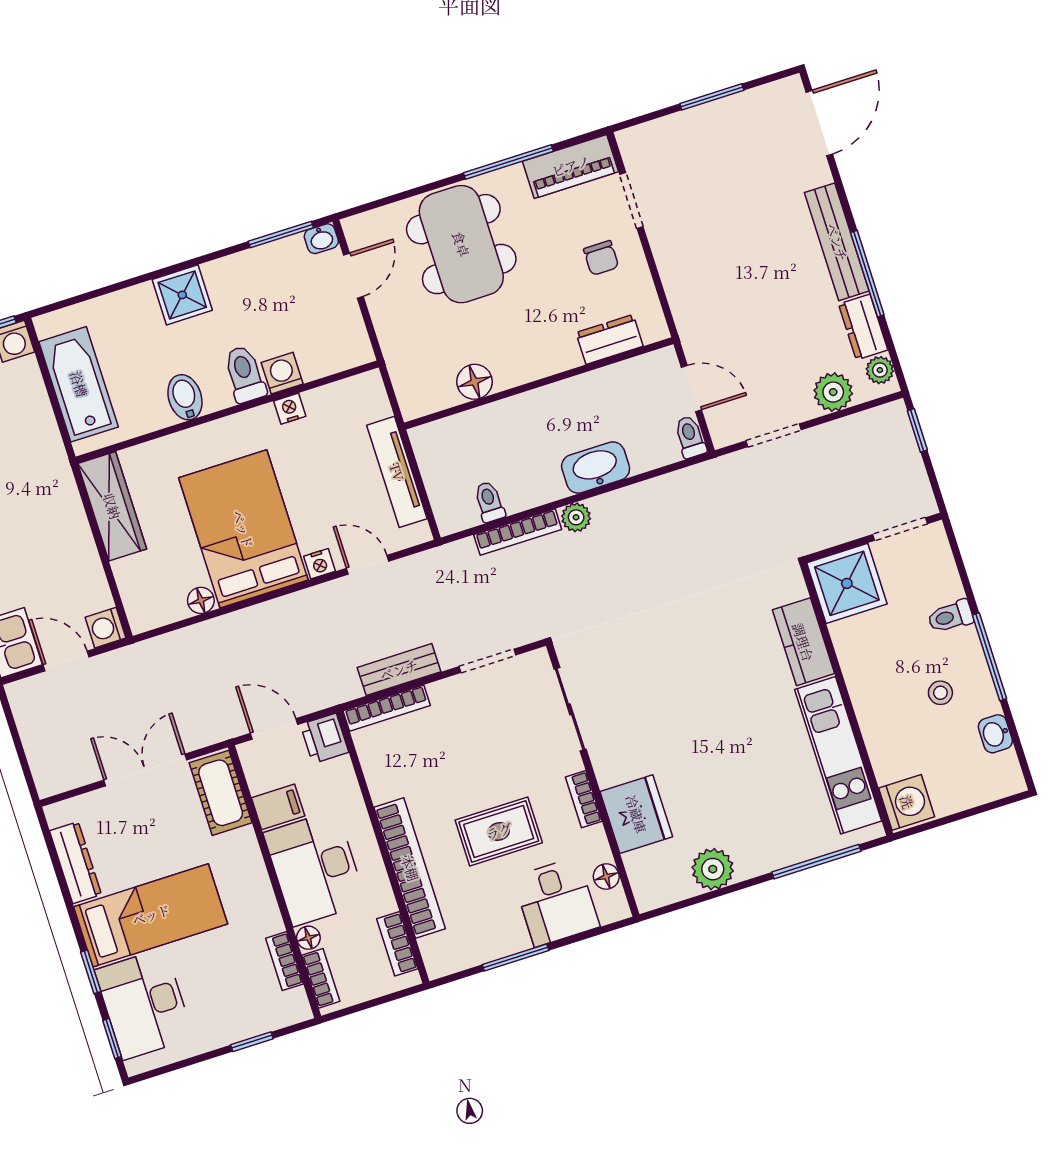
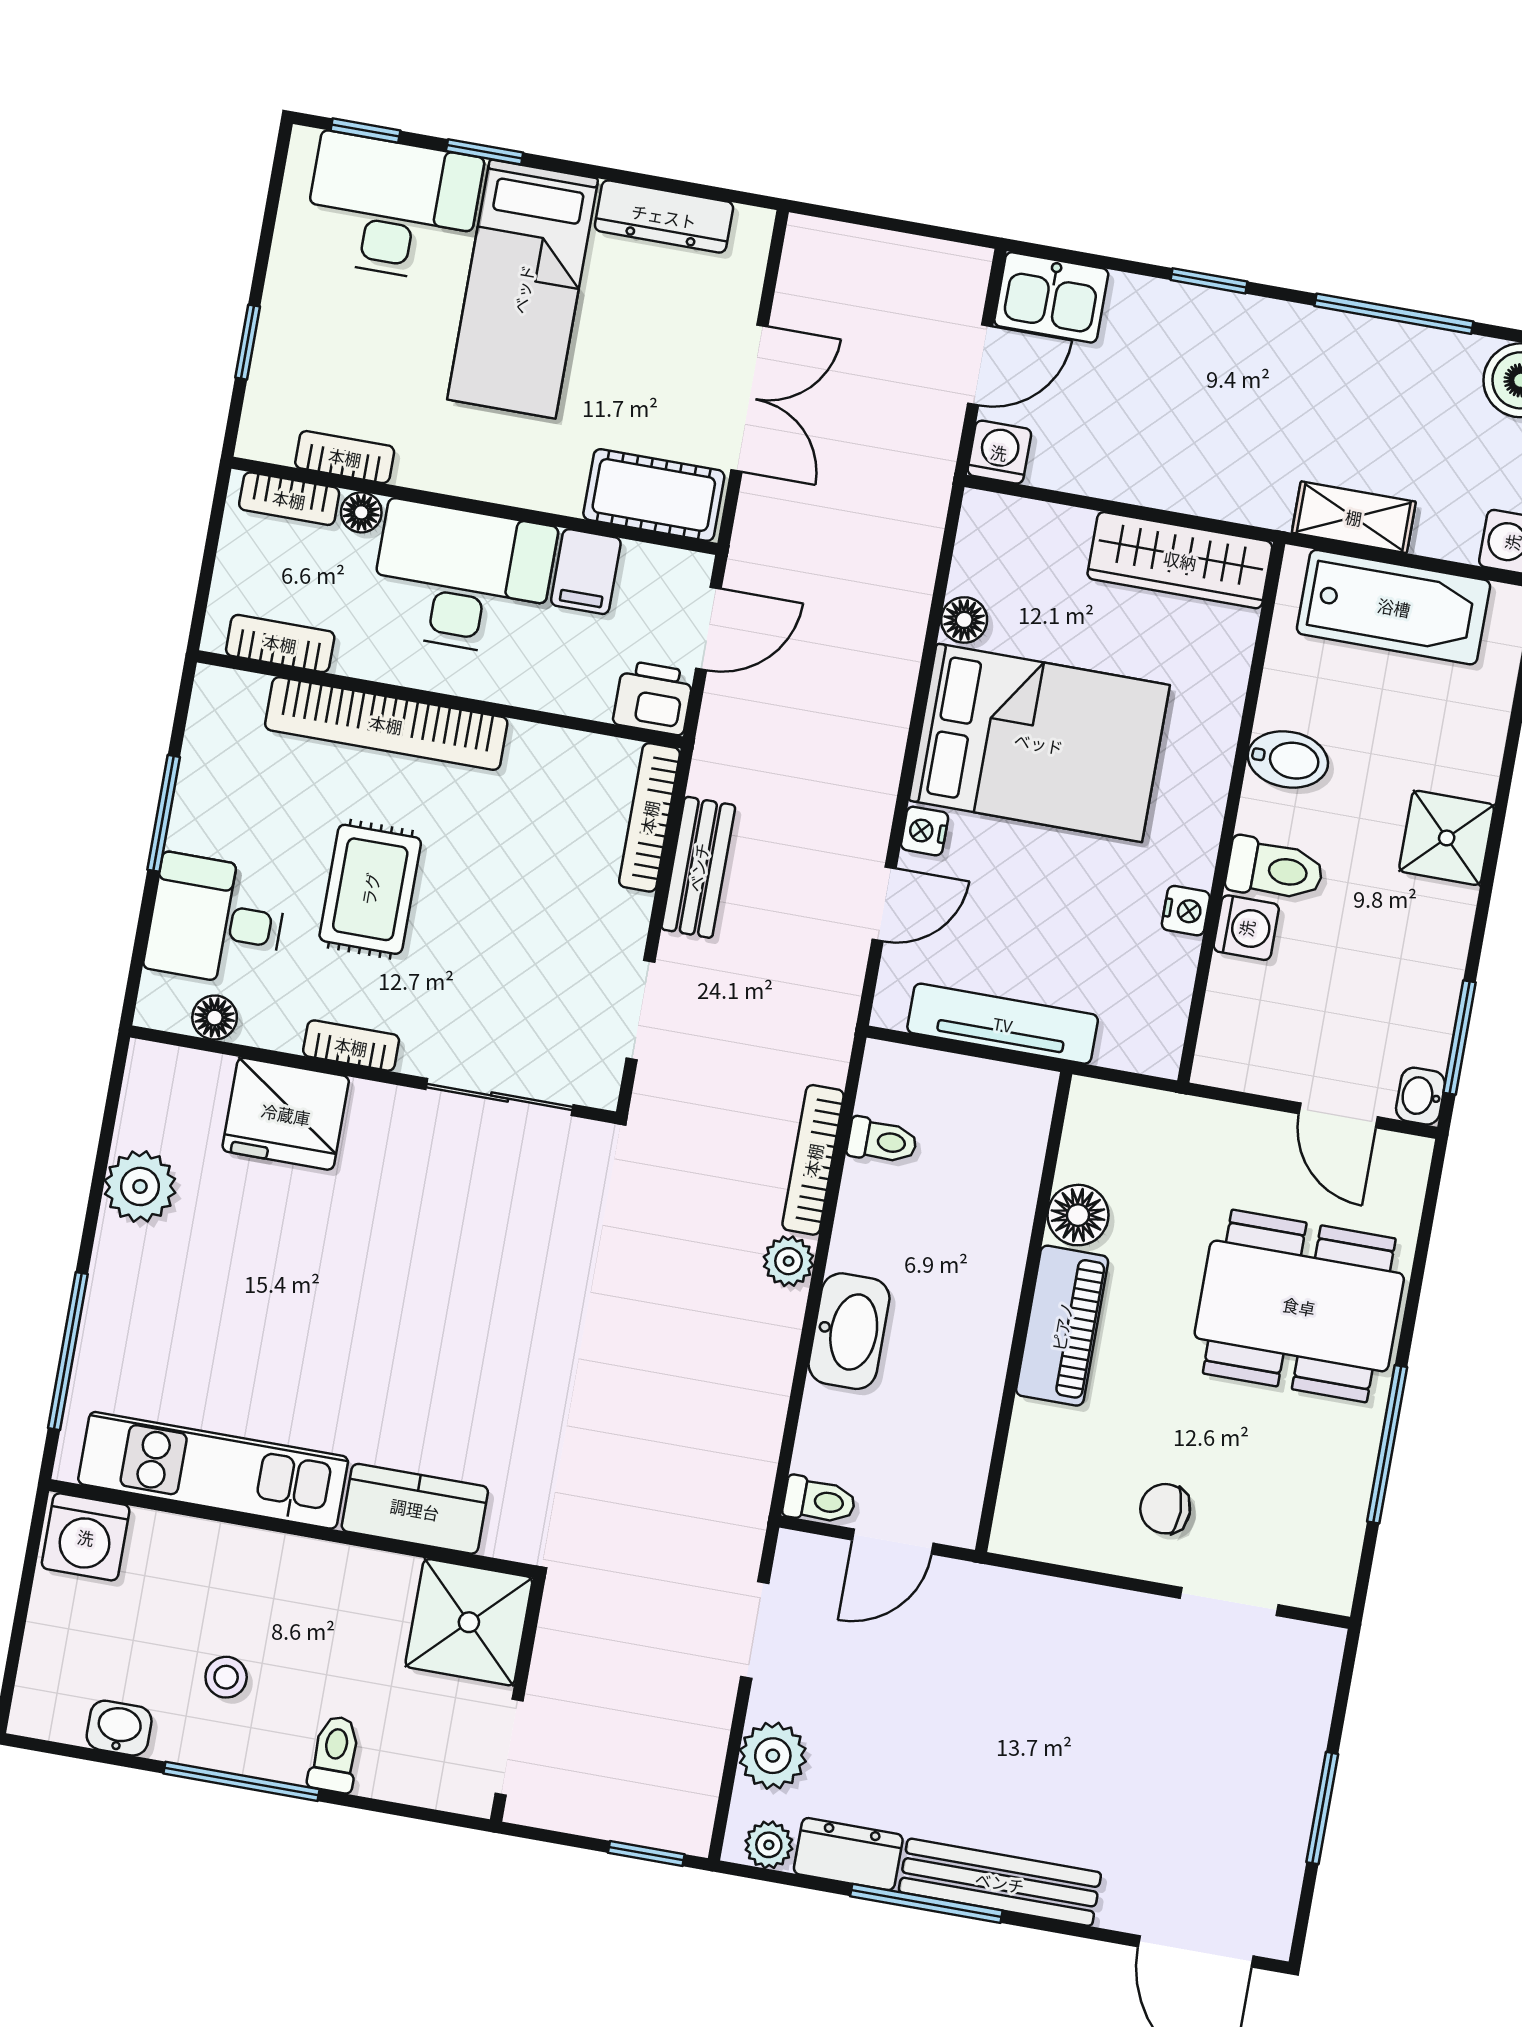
piano: (571, 166) -> (1062, 1326), moved, turned 180
dresser: (609, 339) -> (1034, 1456), removed
shelving: (43, 429) -> (1354, 517), added

